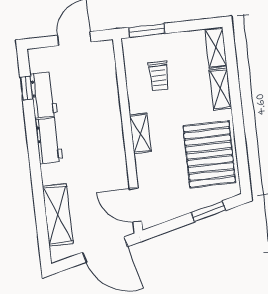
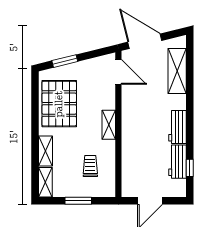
window: (147, 30) -> (78, 201), moved

